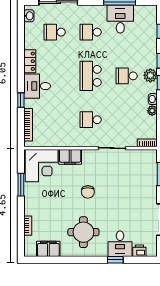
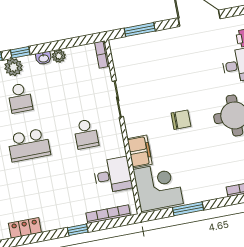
desk: (37, 86) -> (113, 175), moved, turned -90

